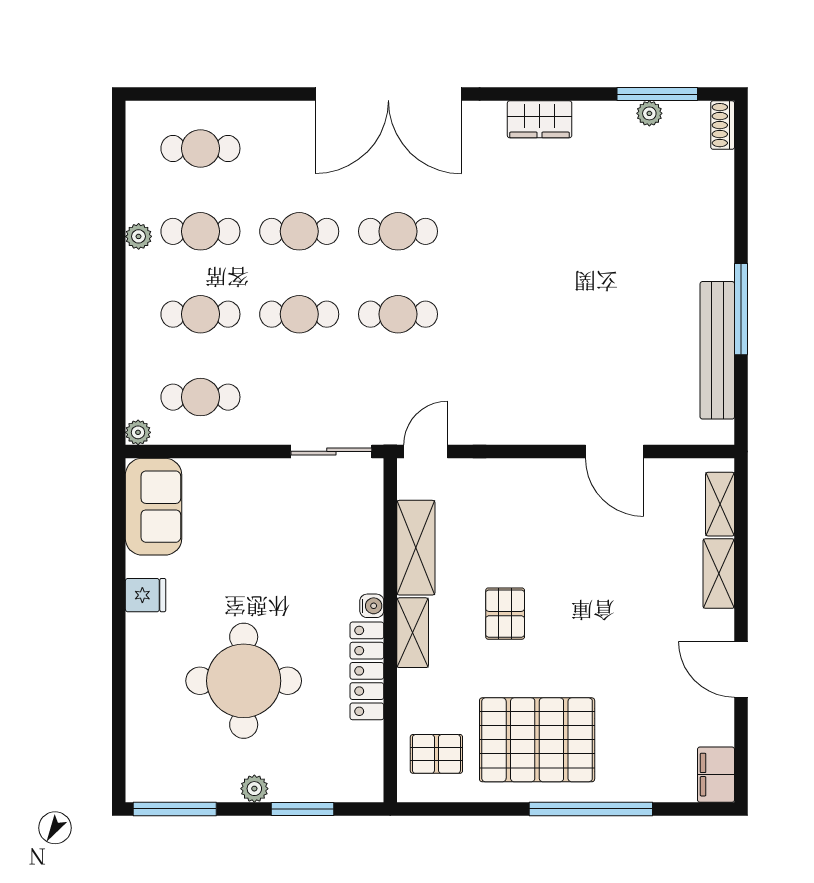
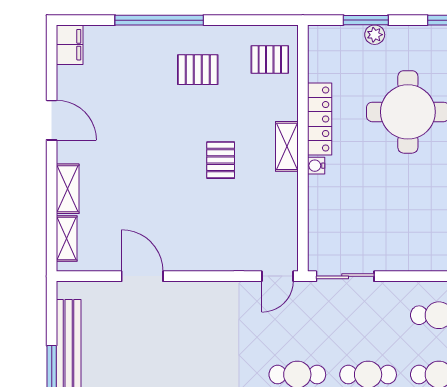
shelving: (416, 548) -> (285, 207), removed
pallet: (537, 740) -> (198, 70), width x0.49, depth x0.50
plant: (254, 789) -> (375, 35), moved

